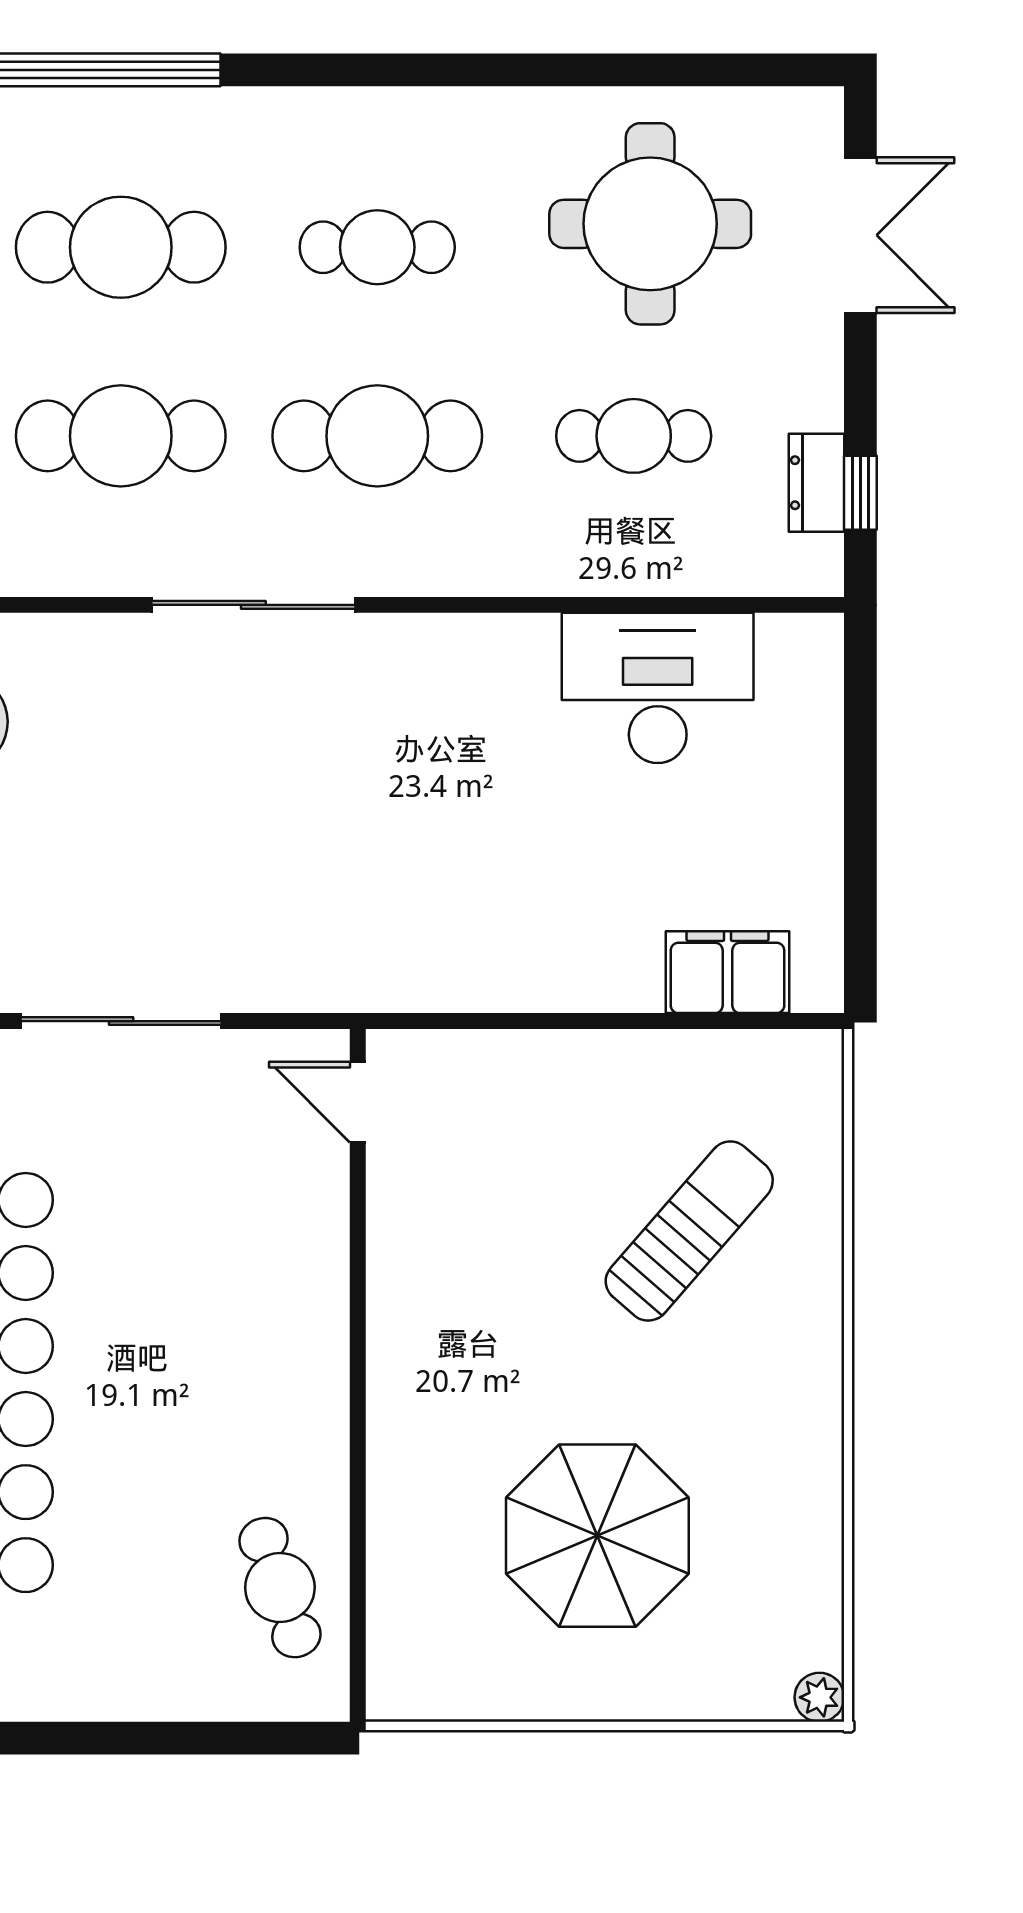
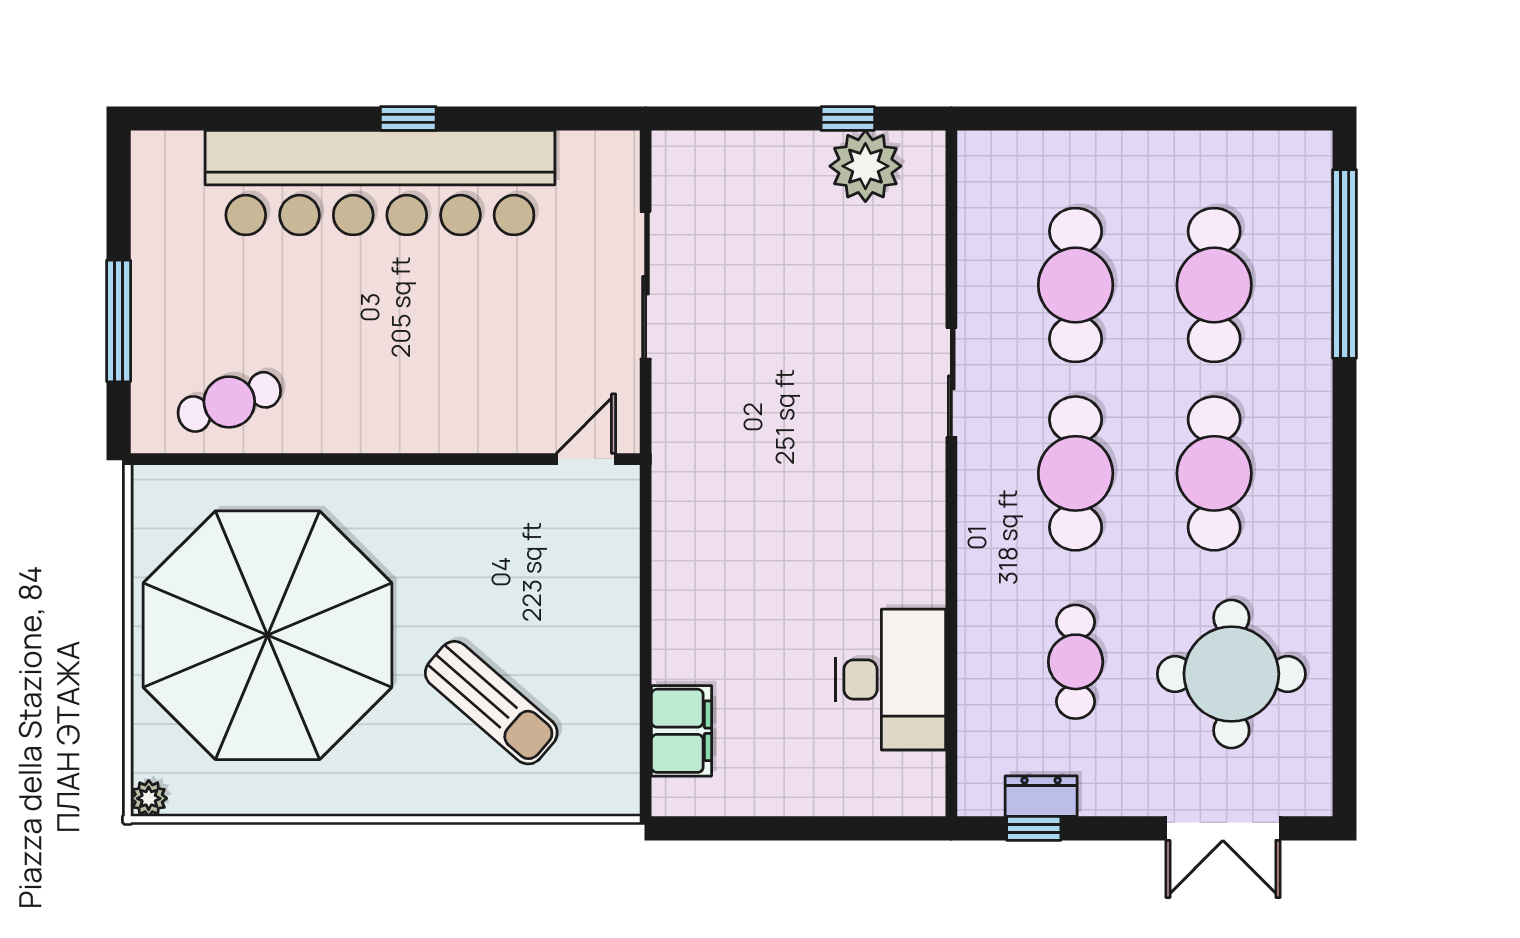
cafe table: (377, 247) -> (1214, 473), width x1.37, depth x1.35
sliding door: (253, 605) -> (951, 382), width x0.73
parasol: (597, 1536) -> (268, 635), width x1.86, depth x1.86
window: (170, 1738) -> (119, 321), added

